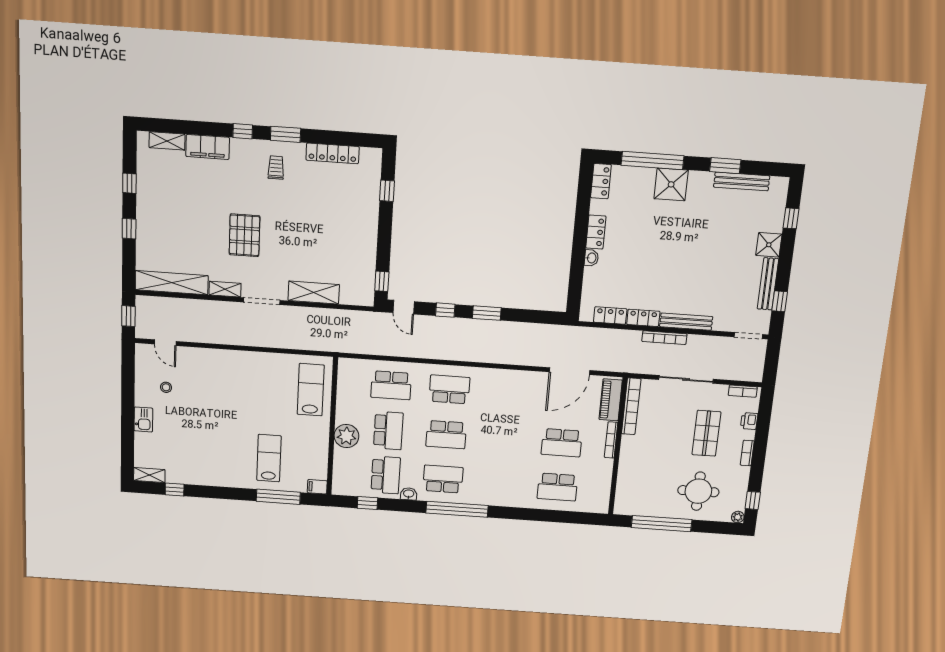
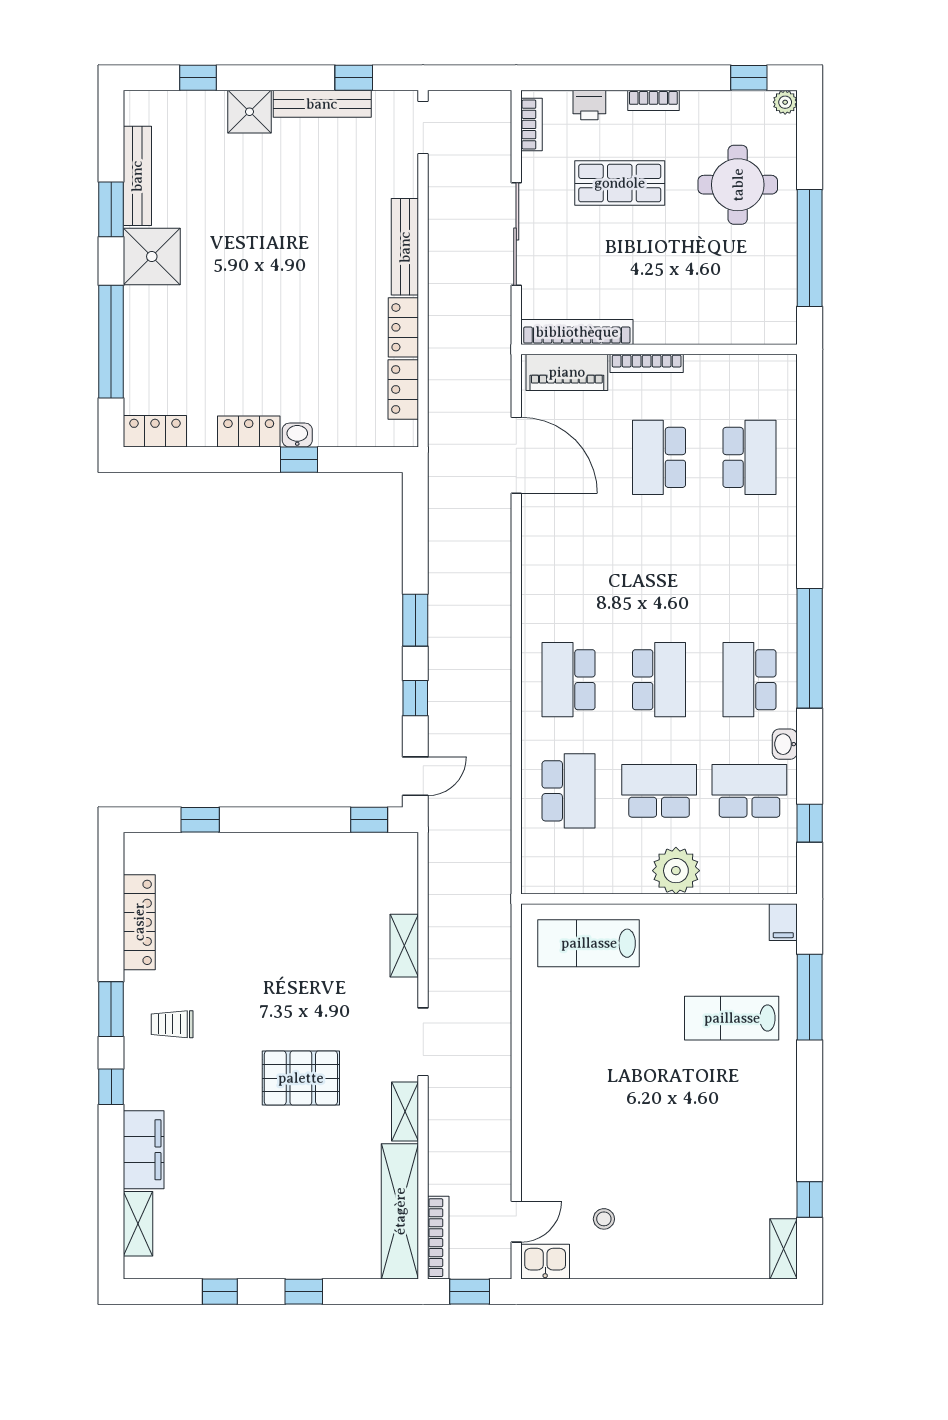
shower: (671, 184) -> (152, 257), moved
window: (578, 258) -> (299, 460), added
shelving: (314, 293) -> (404, 946), width x0.67, depth x0.75
bookcase: (664, 338) -> (438, 1238), moved
kitchen sink: (143, 419) -> (545, 1262), moved
school desk: (562, 443) -> (659, 457), turned 180

